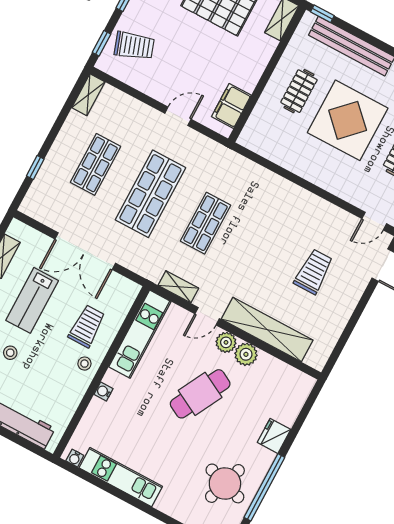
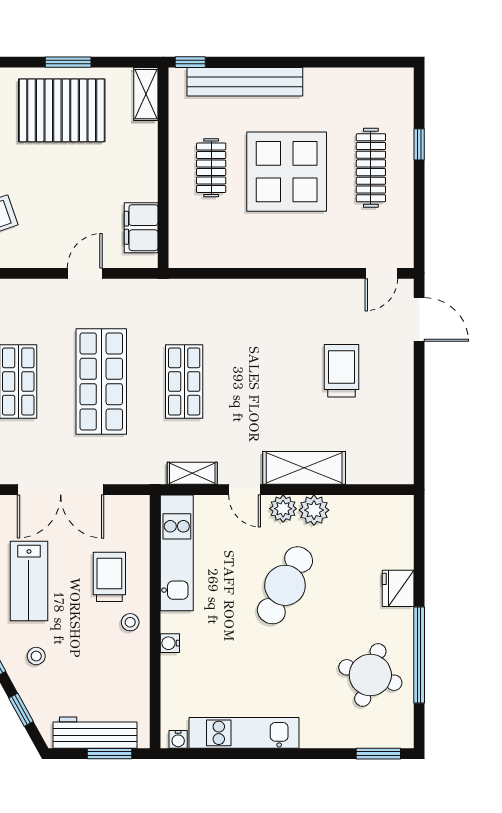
door: (207, 316) -> (245, 490), hinge flipped
shelving: (267, 330) -> (304, 468), width x0.68
window: (24, 443) -> (109, 754), added

